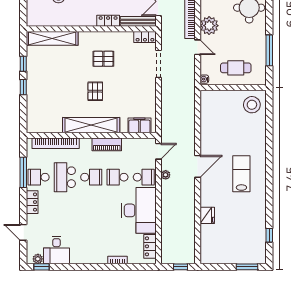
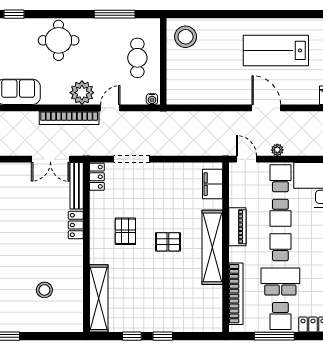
lab bench: (241, 174) -> (276, 50), width x1.36, depth x1.39
school desk: (65, 177) -> (280, 282), turned 180

